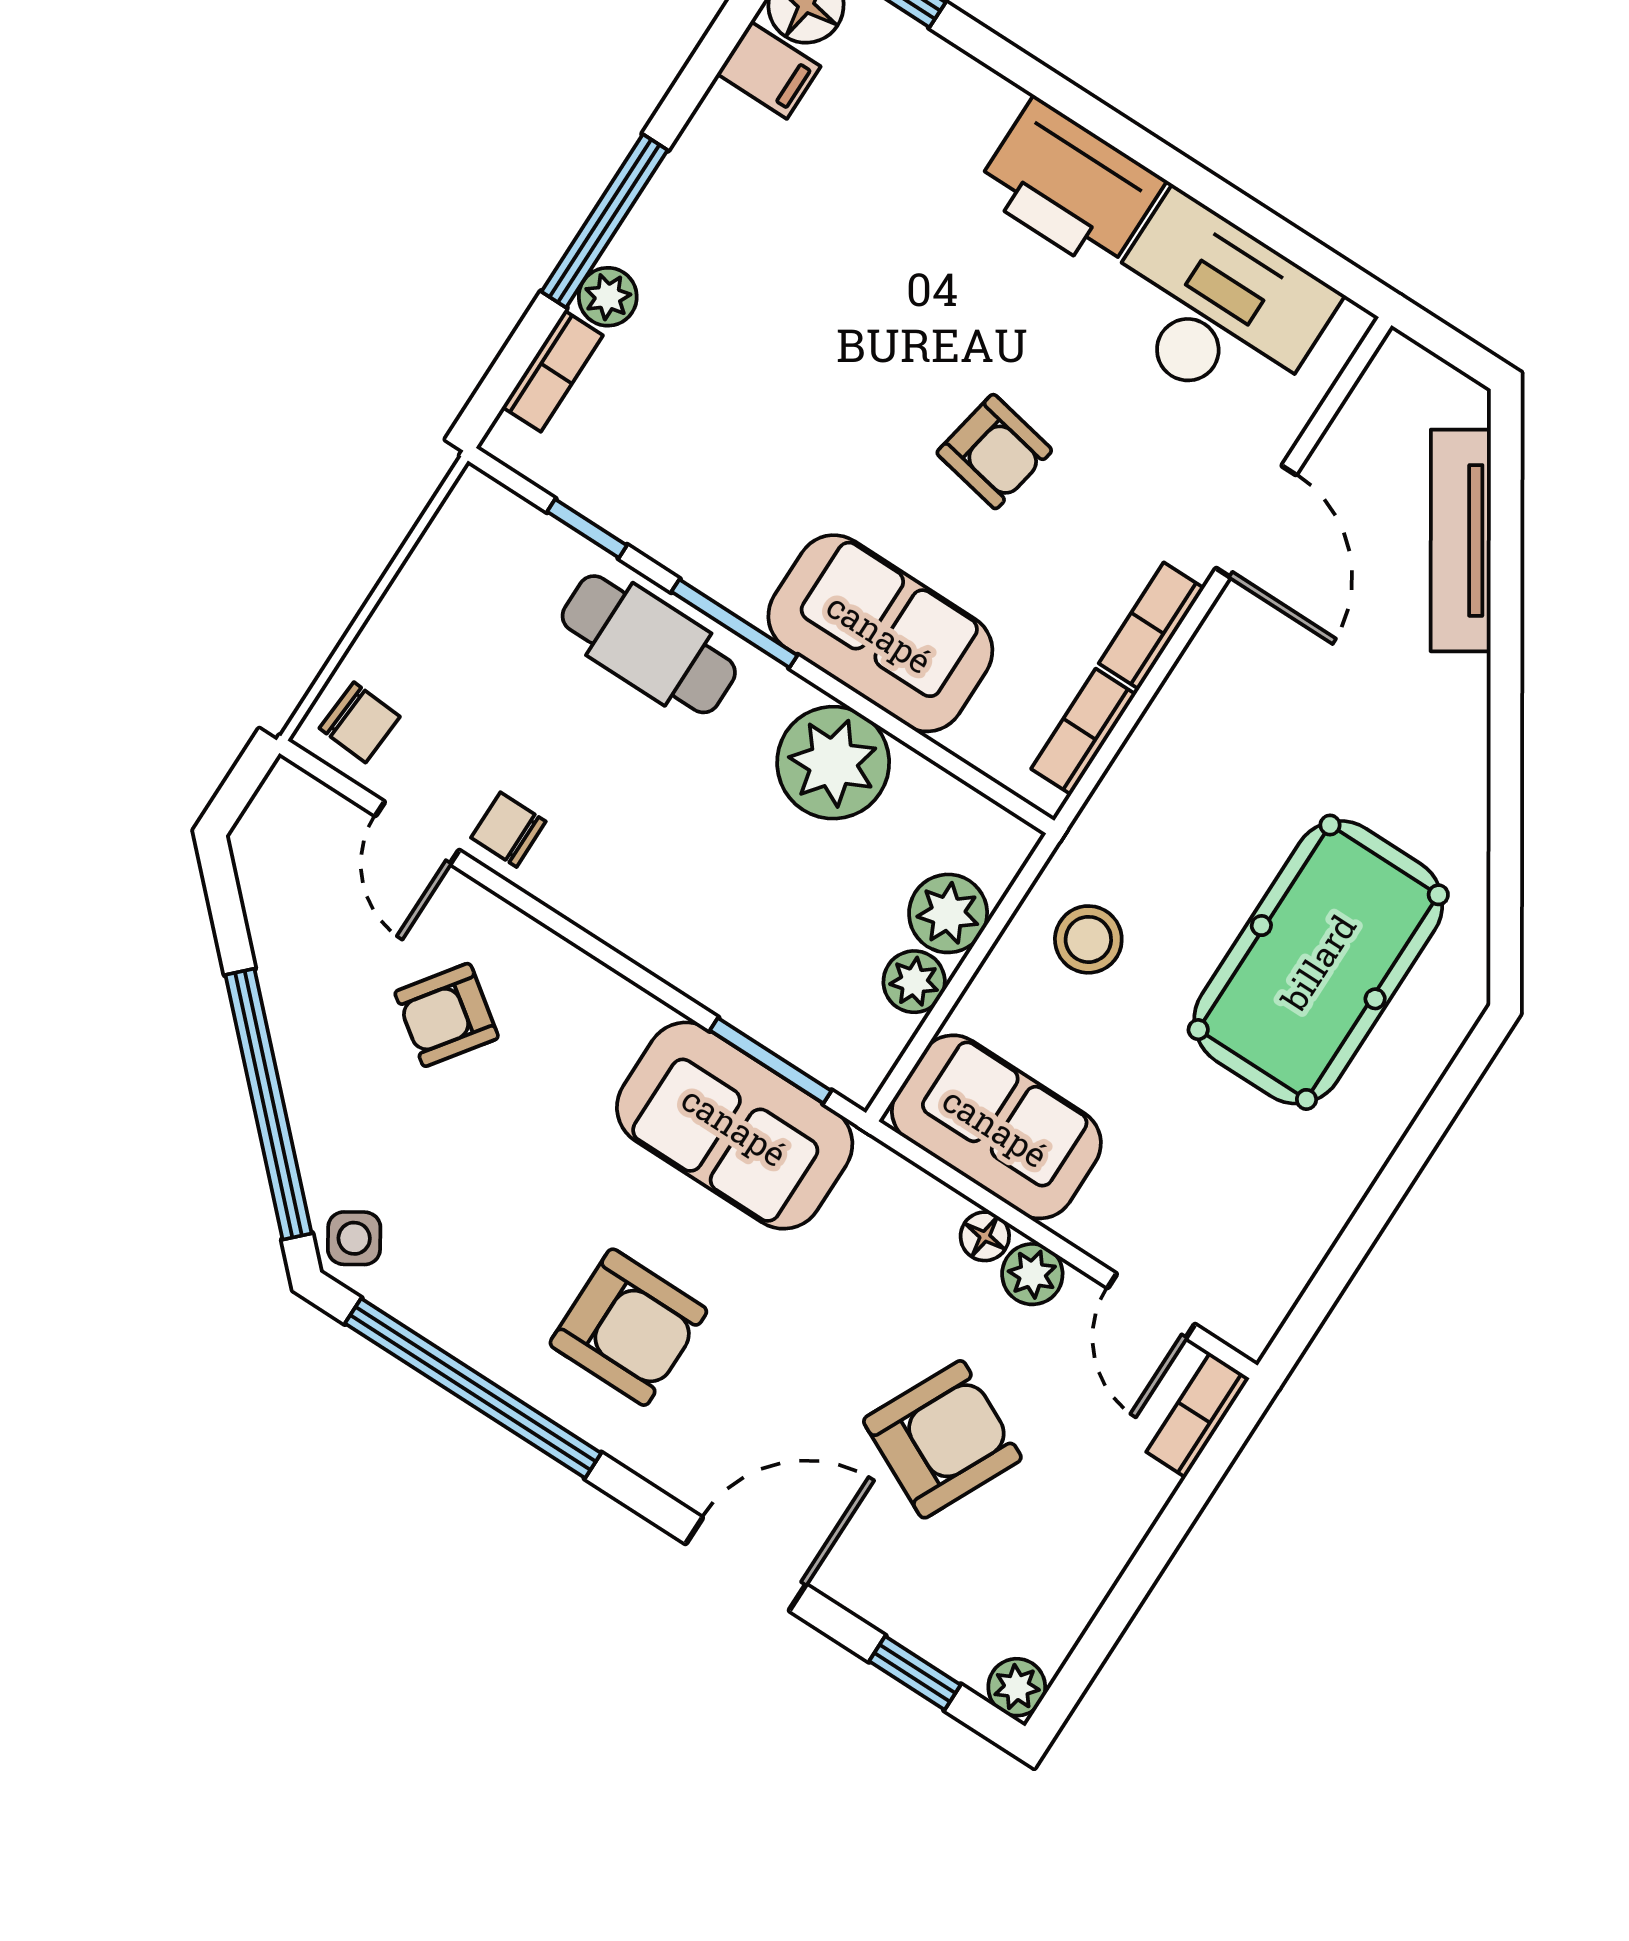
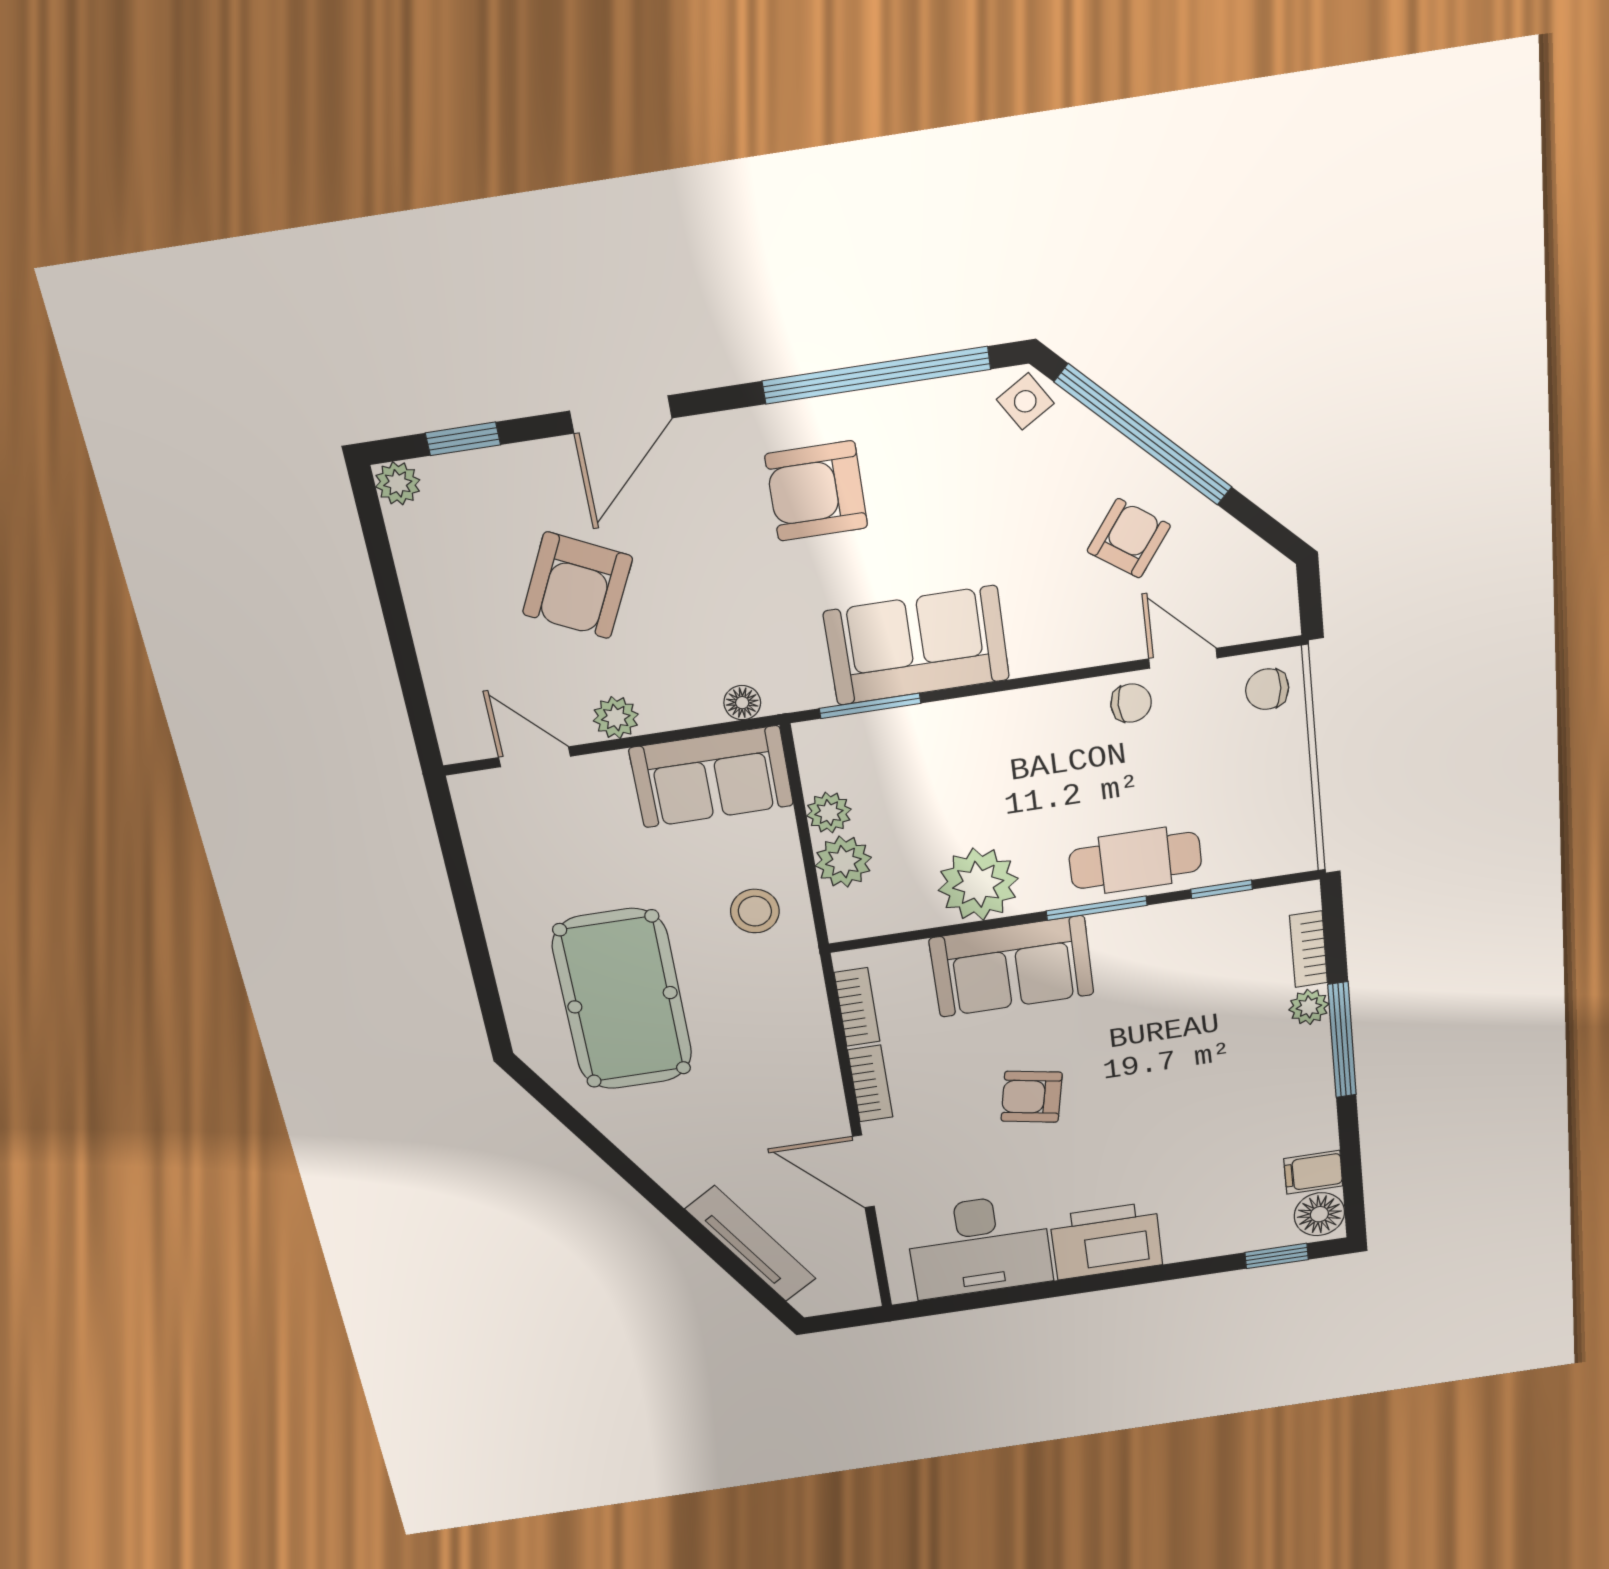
armchair: (447, 1015) -> (1129, 538), moved
sofa: (735, 1126) -> (917, 646), moved
floor lamp: (985, 1236) -> (742, 703), moved
bookcase: (1198, 1415) -> (451, 722), removed

